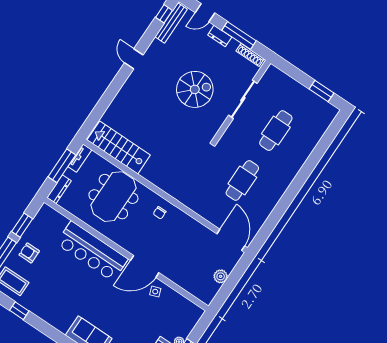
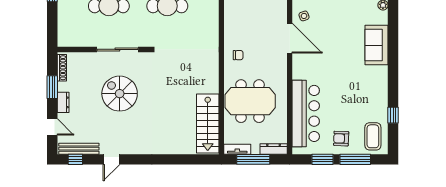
window: (239, 35) -> (52, 87), width x0.69
door: (134, 59) -> (112, 159), moved
sliding door: (243, 99) -> (117, 49), moved
bar counter: (92, 251) -> (306, 113), moved
armchair: (29, 253) -> (341, 139), turned 92

